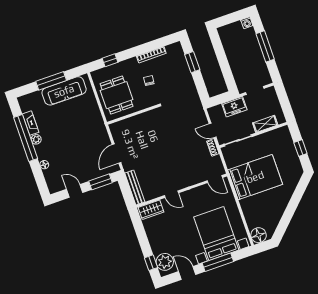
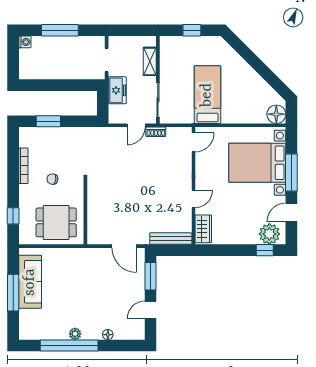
fireplace: (31, 123) -> (54, 334), removed
bed: (255, 177) -> (207, 95), width x0.67

